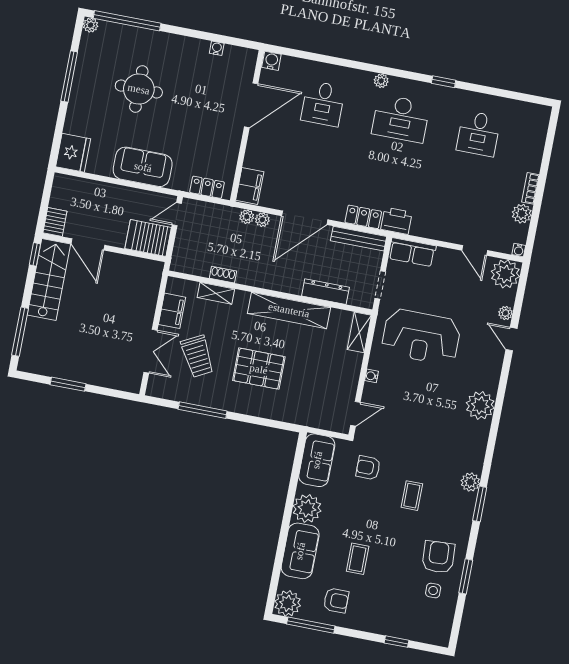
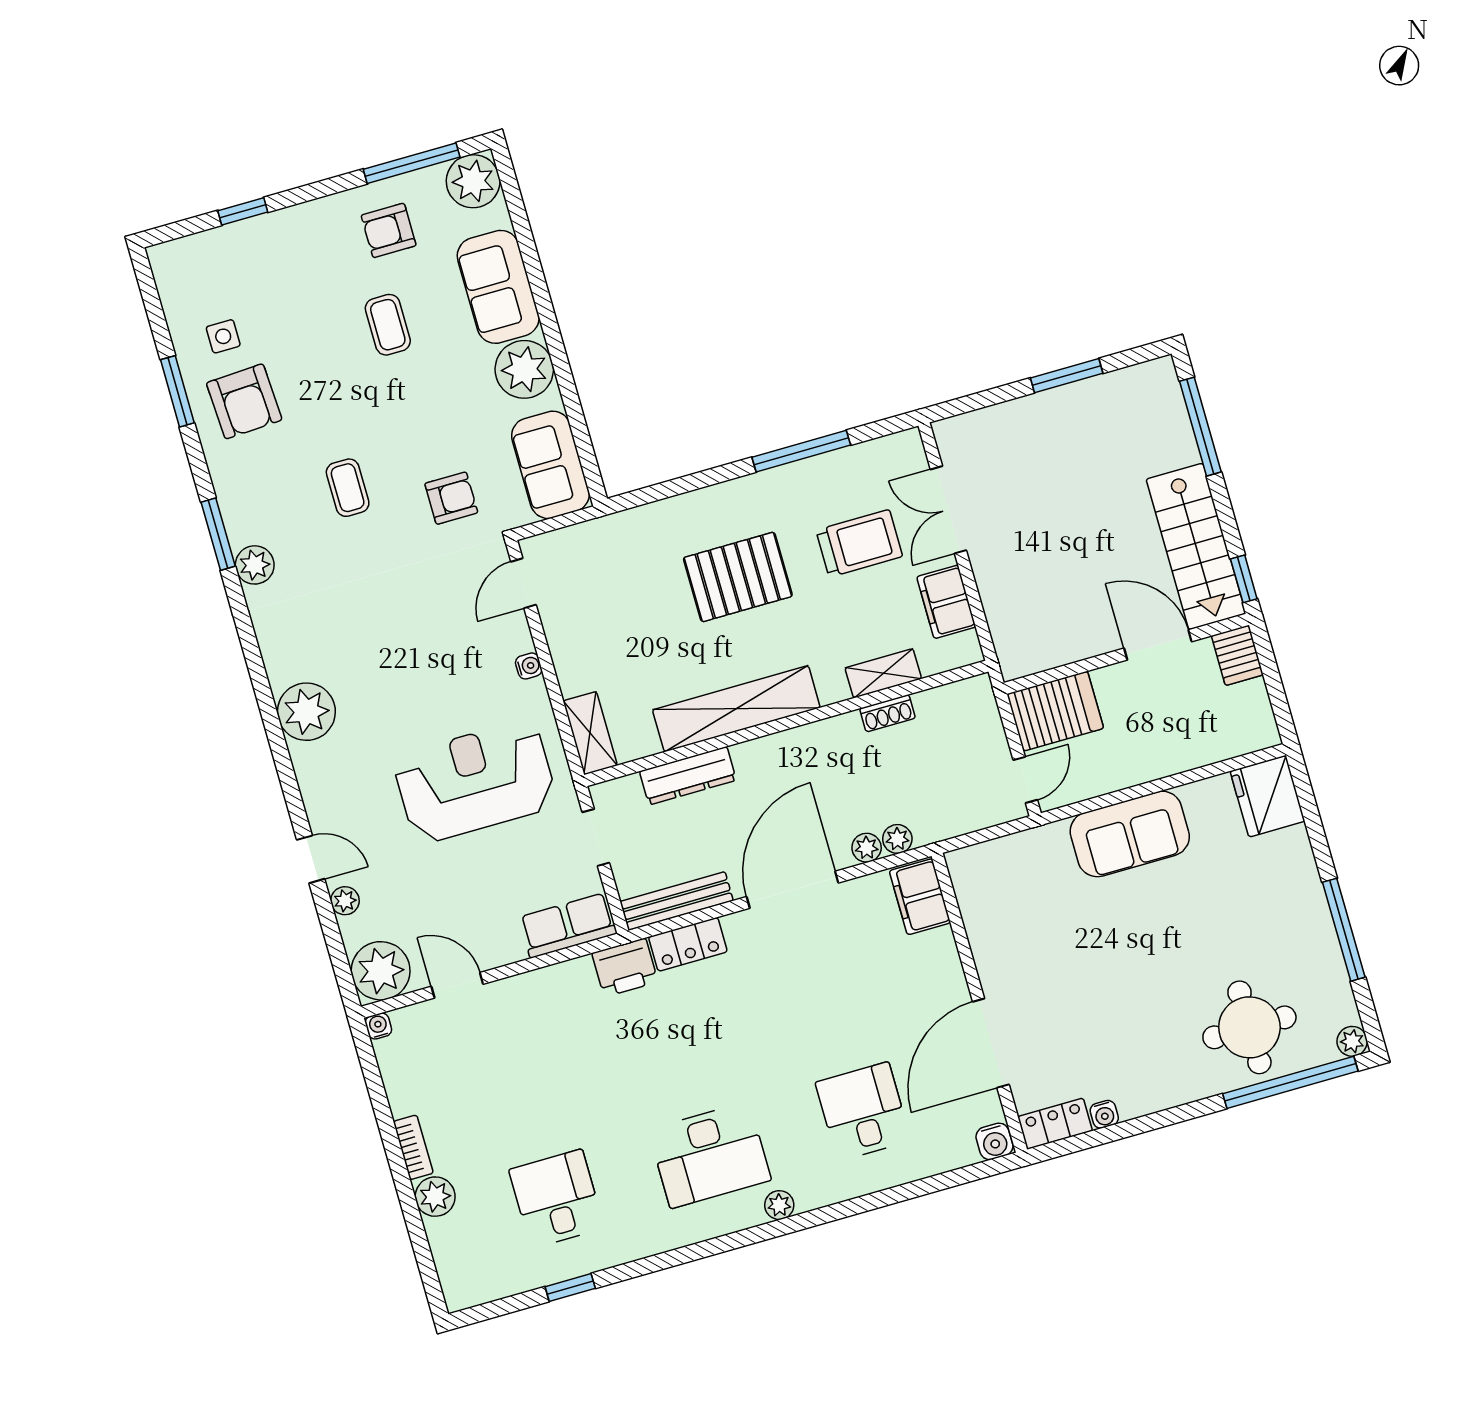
window: (444, 82) -> (570, 1287), moved
round table: (139, 89) -> (1249, 1027), moved
desk: (401, 119) -> (710, 1155), turned 180
locker: (207, 187) -> (1055, 1124), moved, turned 180
plant: (522, 214) -> (435, 1197), moved
trolley: (197, 356) -> (859, 543), turned 118

